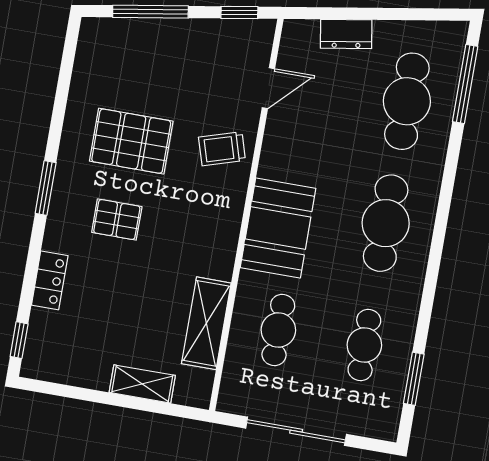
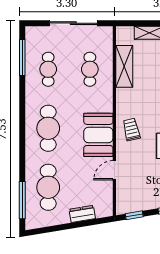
door: (268, 88) -> (114, 170), moved
trolley: (222, 149) -> (131, 130), moved, turned -86
booth: (278, 228) -> (98, 135), moved
window: (414, 379) -> (22, 57), width x1.44

